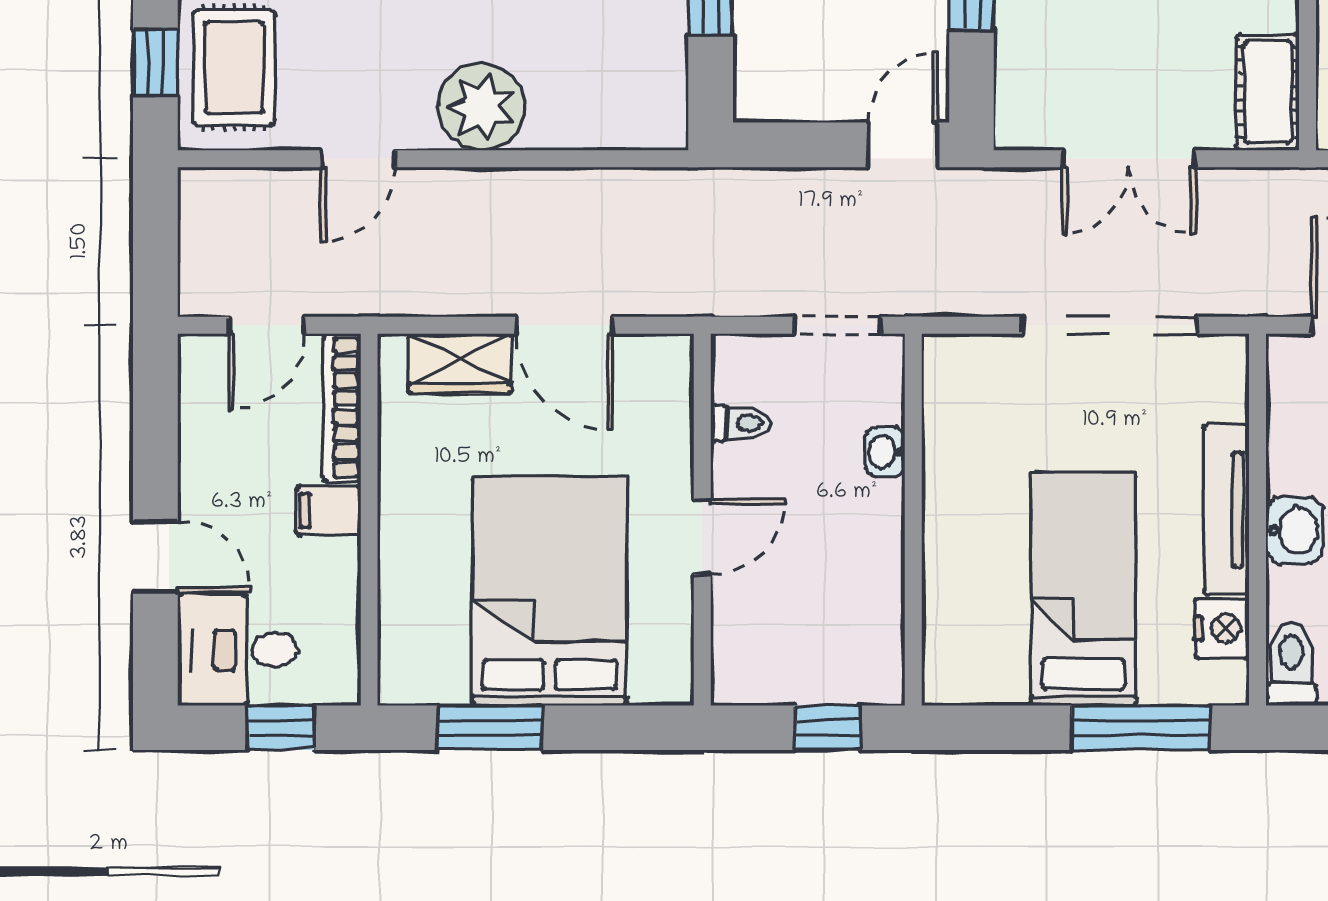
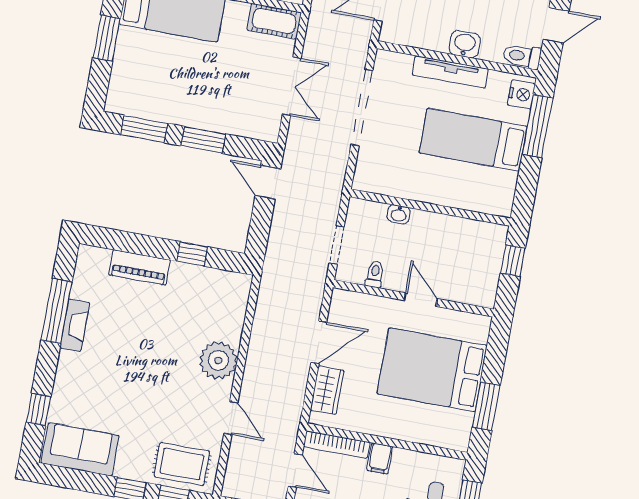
doorway: (837, 325) -> (337, 245), moved
nightstand: (1222, 628) -> (521, 94), moved, turned 90

